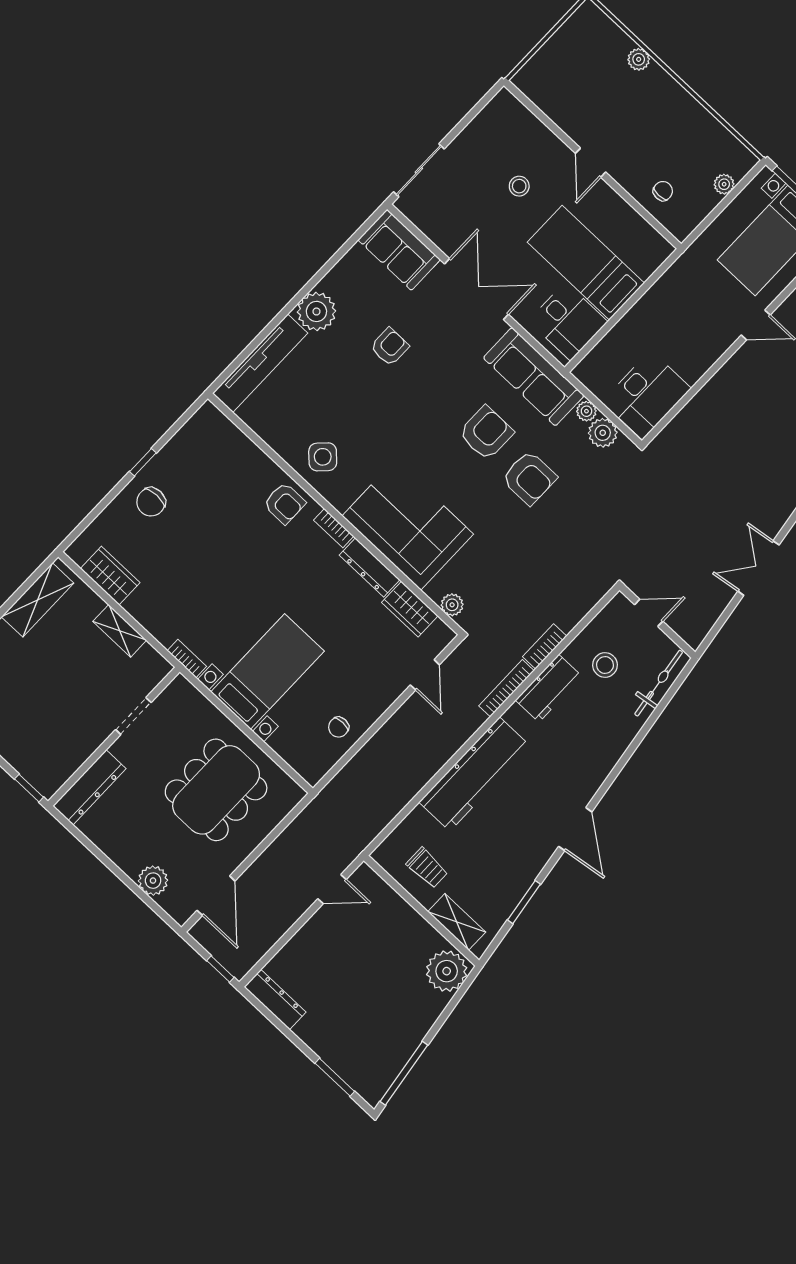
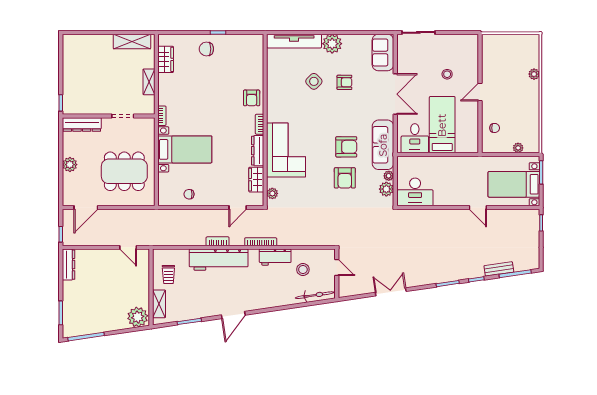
side table: (323, 457) -> (314, 81), moved
bookcase: (545, 646) -> (218, 241), moved
plant: (153, 881) -> (70, 165), moved

